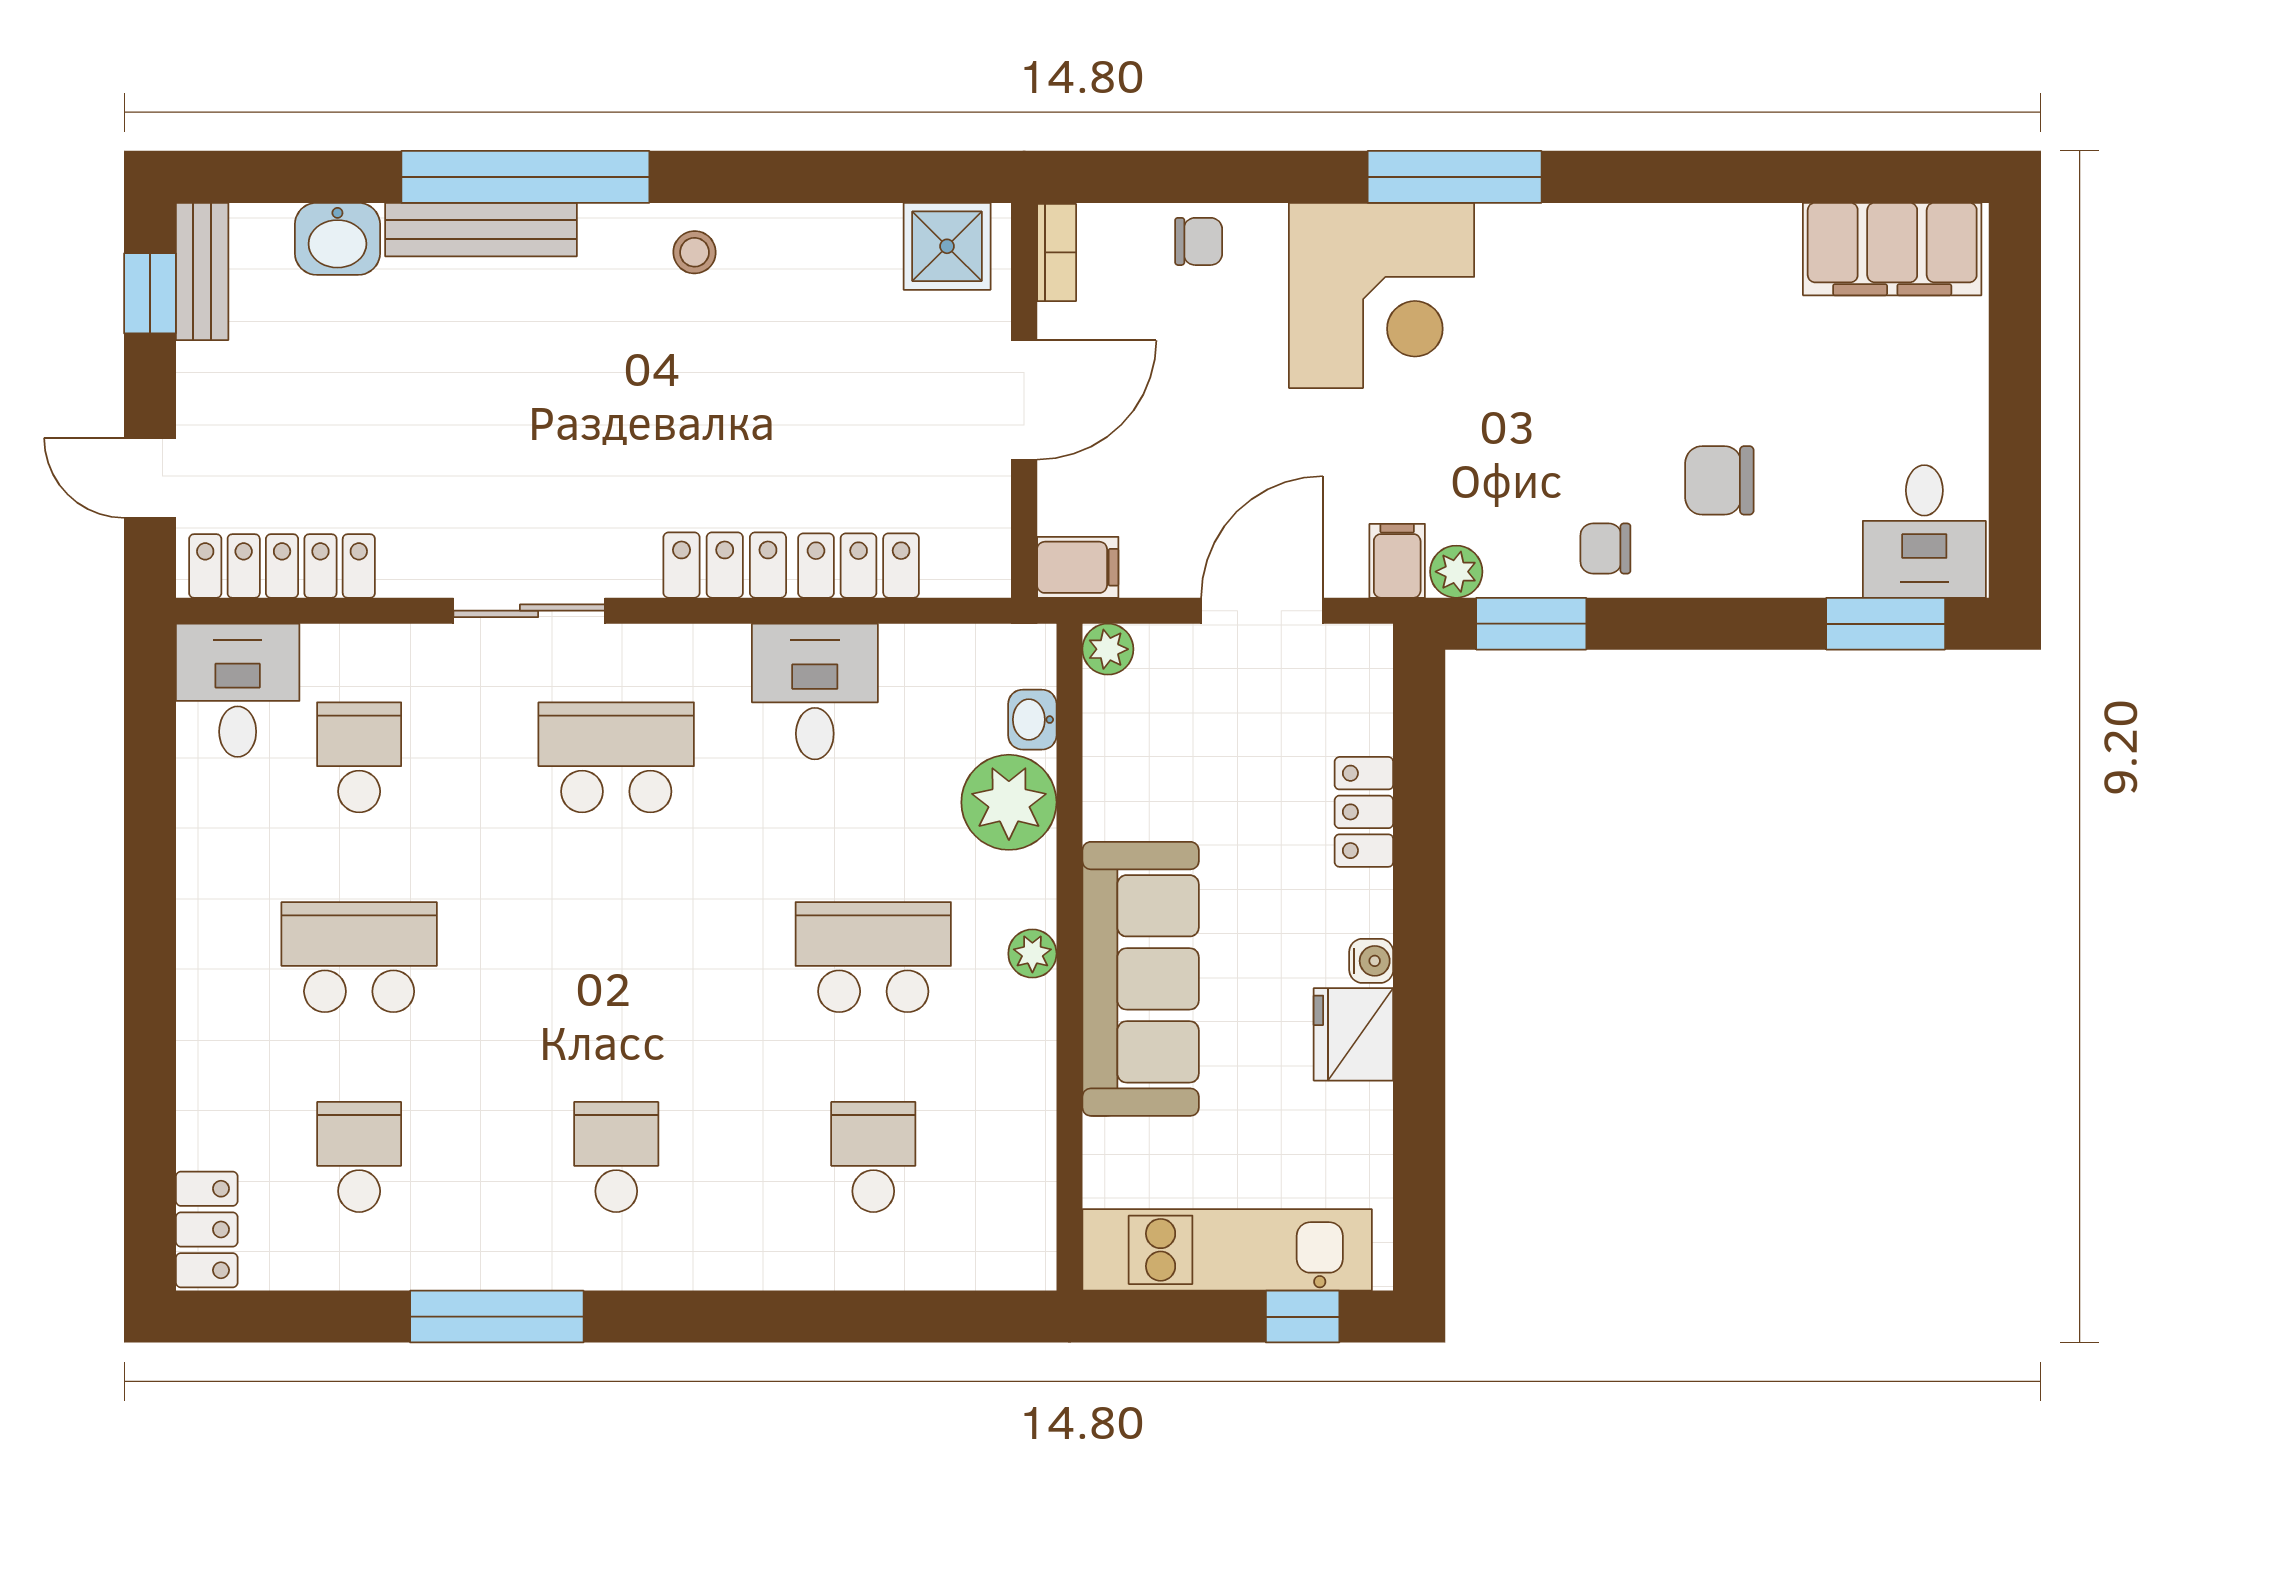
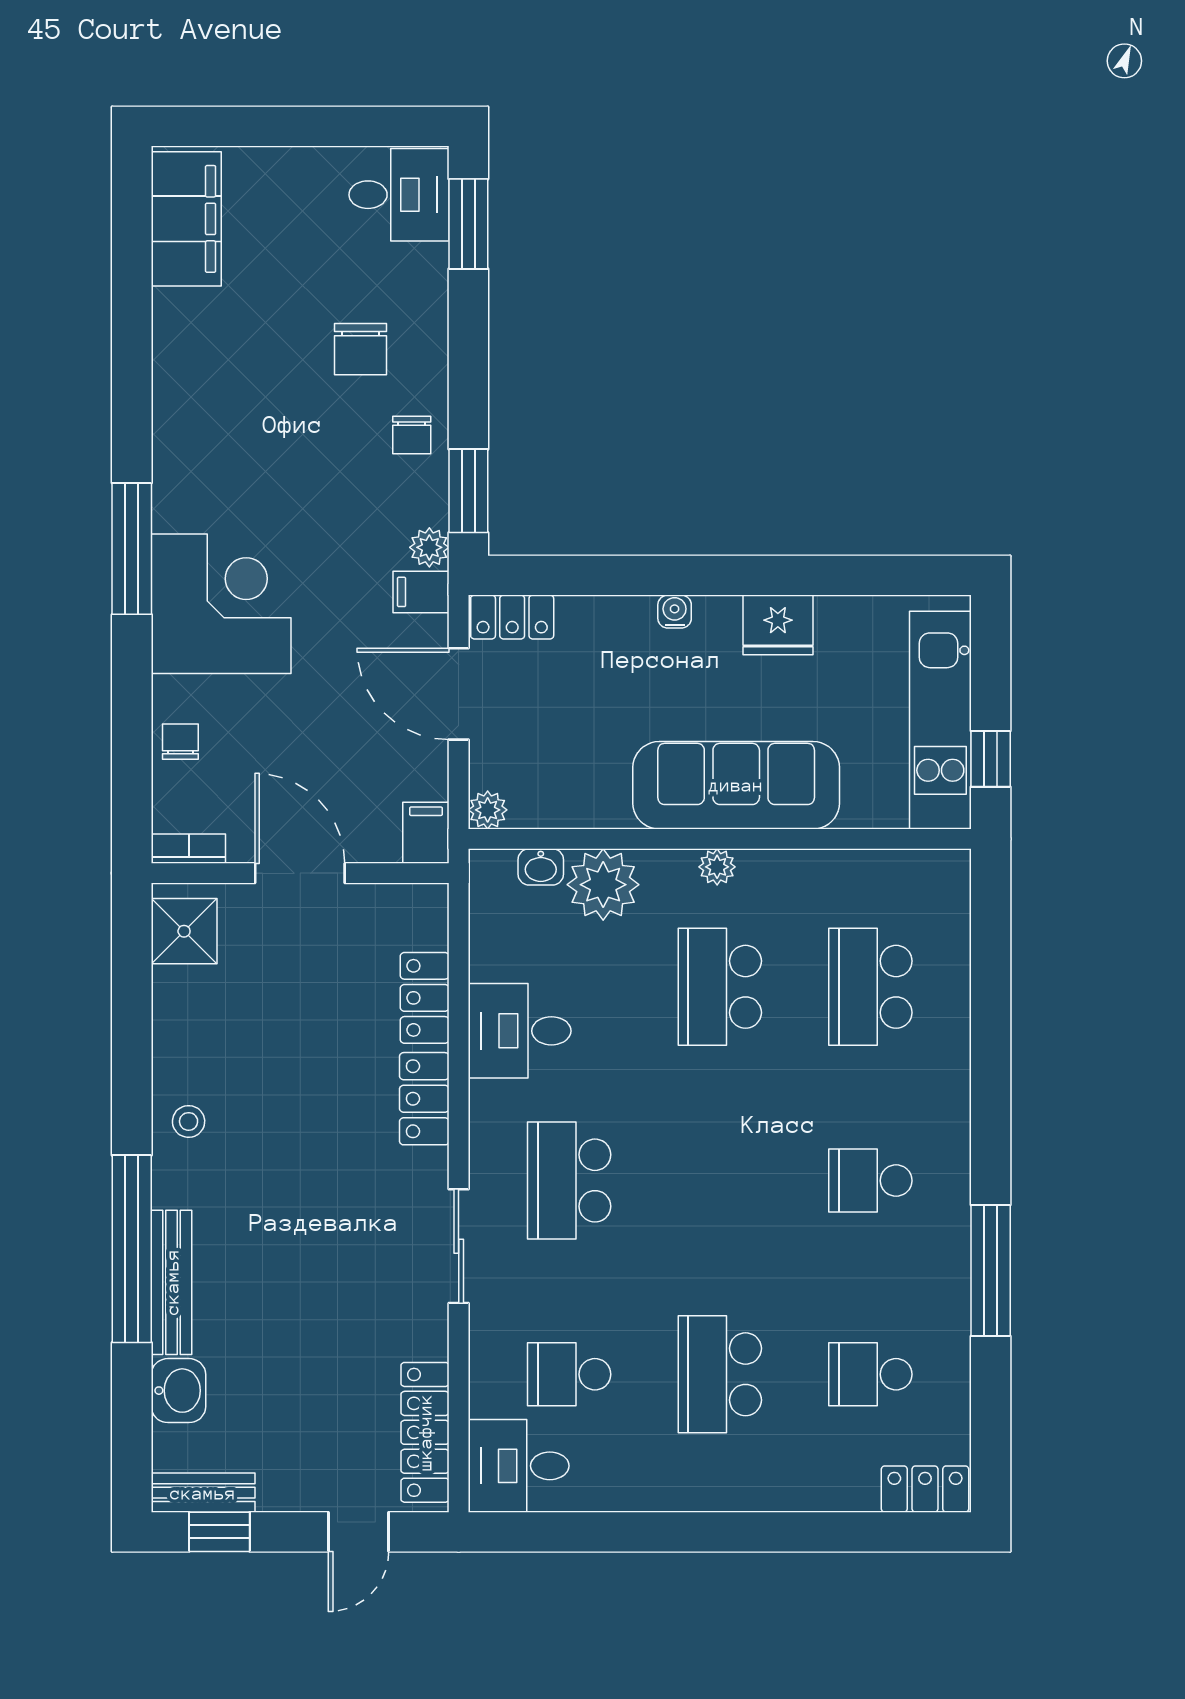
locker: (1364, 812) -> (512, 617), moved
water cooler: (1371, 961) -> (675, 612), moved
school desk: (873, 1157) -> (870, 987), width x1.85
window: (1303, 1317) -> (991, 759), moved

